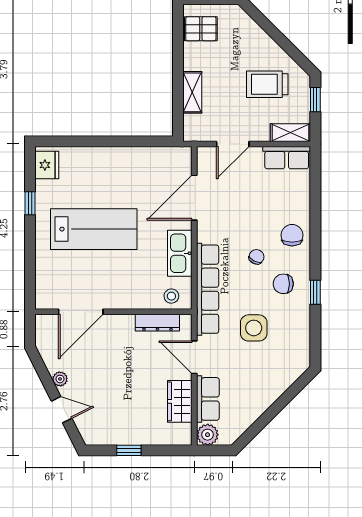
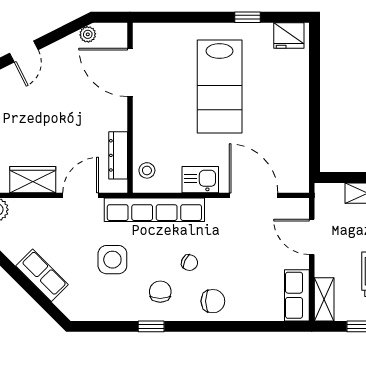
kitchen sink: (180, 253) -> (200, 180), width x0.73
plant: (60, 379) -> (88, 34), moved
row of seats: (208, 399) -> (42, 275), moved, turned -135

